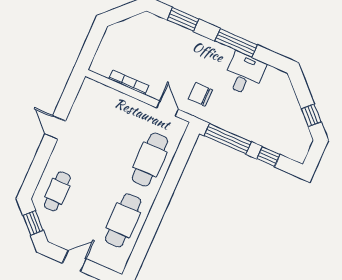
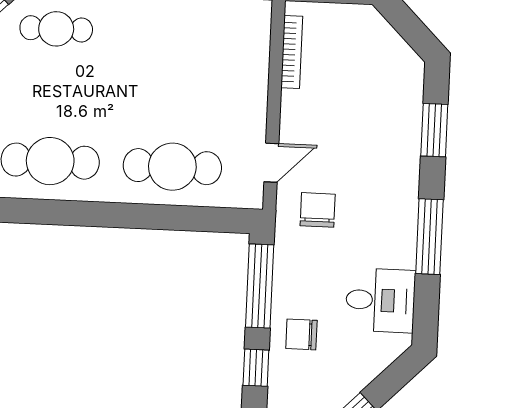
desk: (244, 74) -> (380, 300), moved
bookcase: (129, 82) -> (292, 52), moved
chair: (260, 127) -> (301, 334), added

